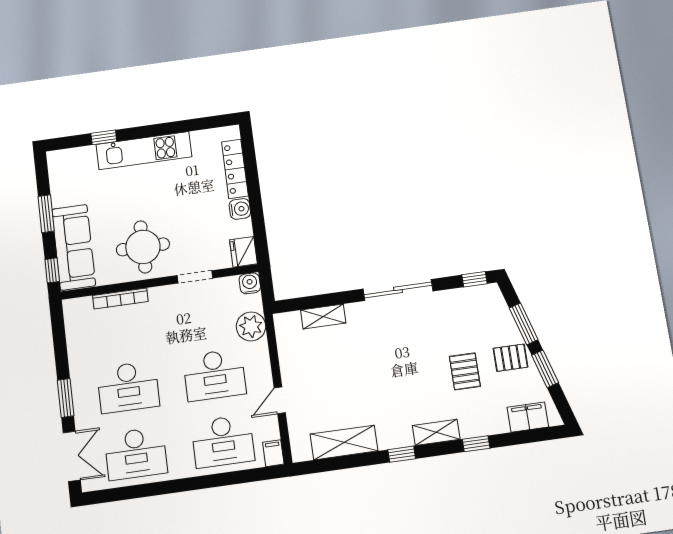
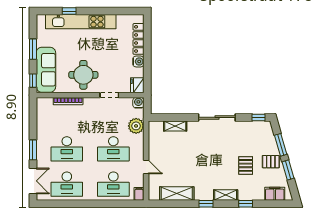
kitchen unit: (144, 151) -> (81, 22), width x1.36
door: (280, 400) -> (146, 167), swing flipped

